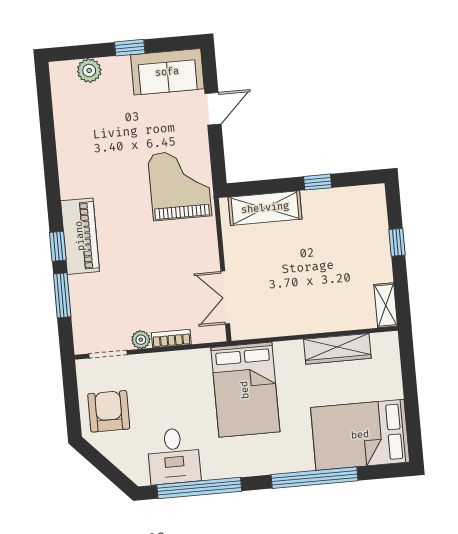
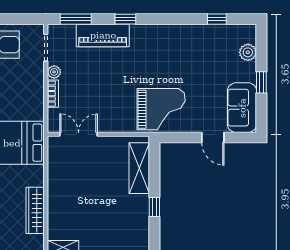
window: (46, 118) -> (217, 19), added
piano: (80, 236) -> (103, 35), moved
window: (62, 295) -> (76, 19), moved

